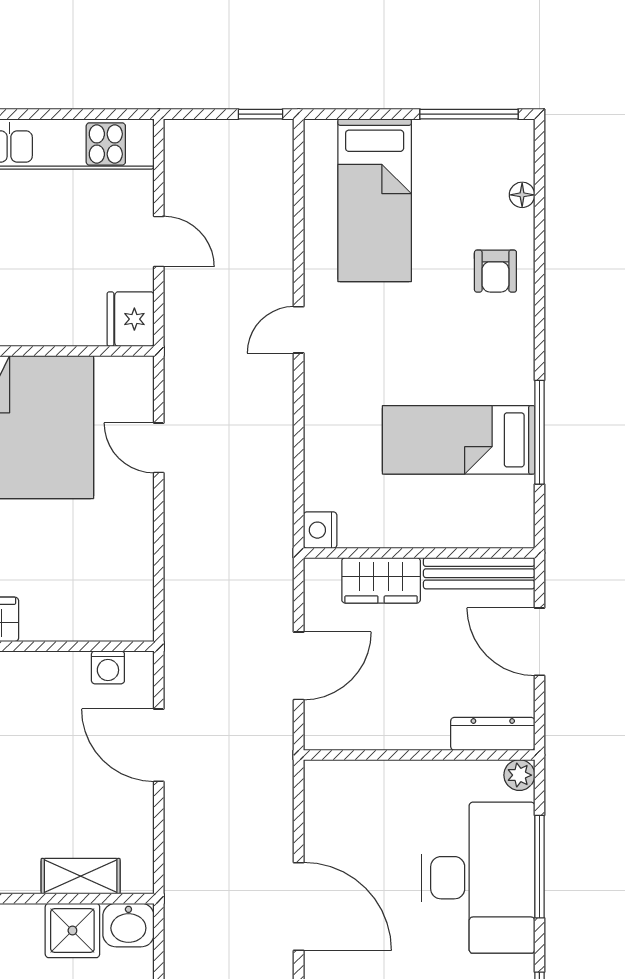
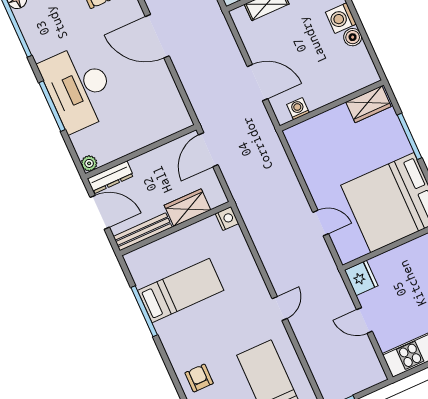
dresser: (493, 734) -> (110, 177), moved
wall: (419, 755) -> (141, 152), moved
plant: (519, 775) -> (89, 163), moved

